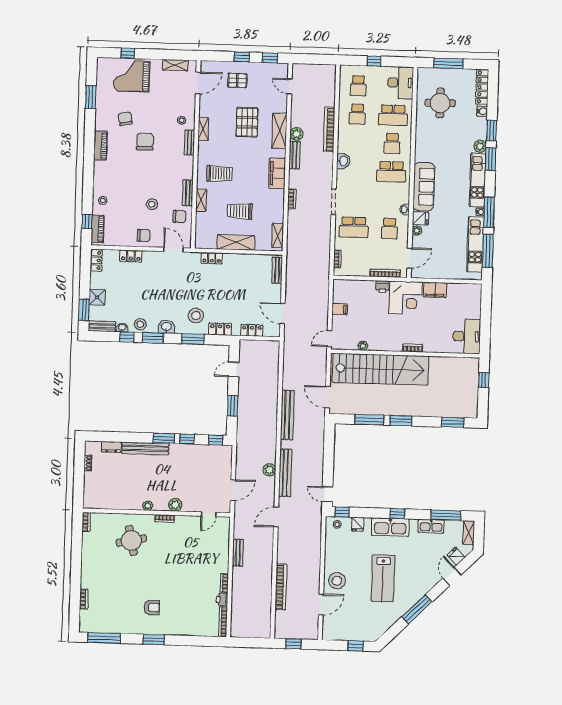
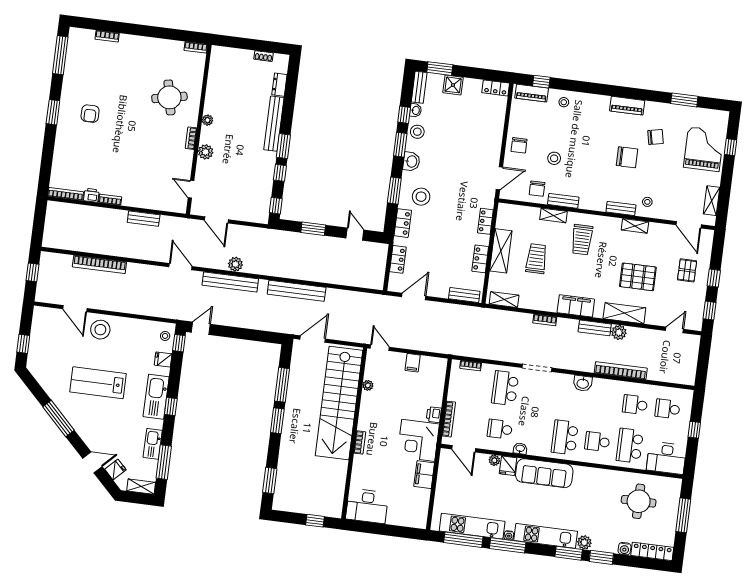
locker: (131, 256) -> (480, 259), moved

